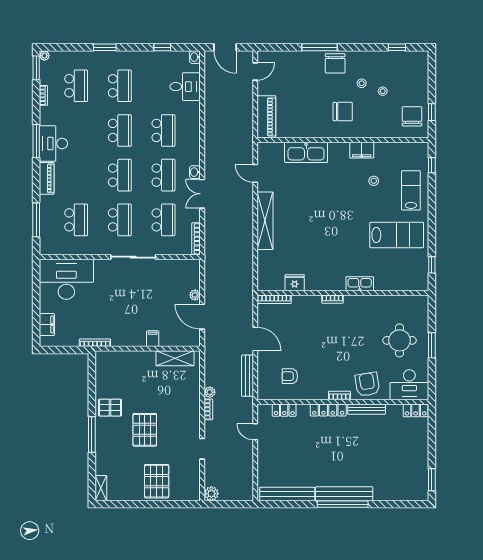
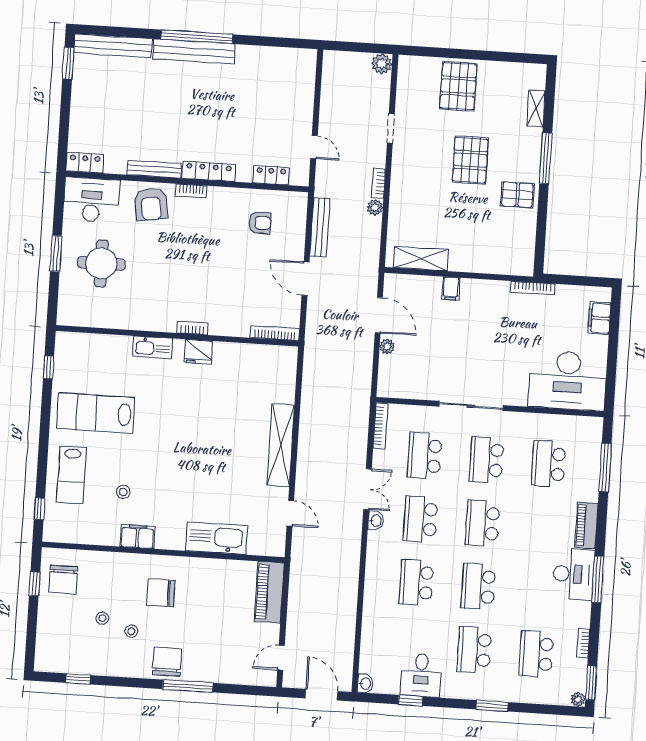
desk: (185, 87) -> (421, 675), moved, turned -90
fridge: (295, 283) -> (198, 352), moved
shelving: (101, 488) -> (536, 109), moved
bench: (287, 494) -> (113, 46), moved

